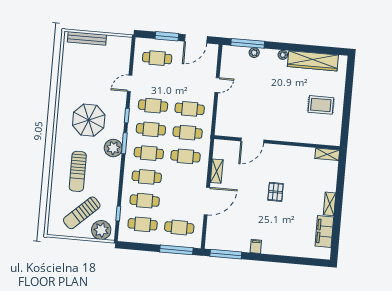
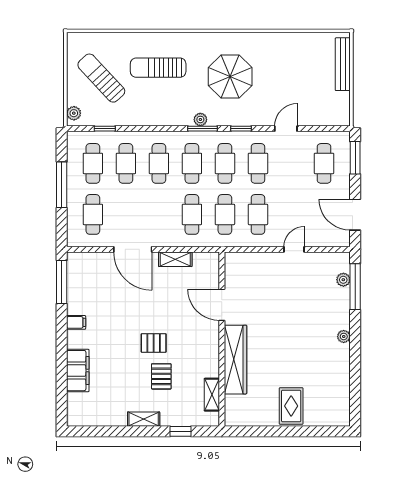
window: (167, 36) -> (355, 158), moved
plant: (254, 53) -> (343, 280), moved
wardrobe: (313, 61) -> (236, 360), moved, turned 180
door: (130, 83) -> (286, 129), hinge flipped
door: (217, 85) -> (294, 249), swing flipped
rug: (321, 105) -> (291, 406), moved
plant: (113, 148) -> (200, 119), width x0.53, depth x0.53
shelving: (327, 154) -> (212, 395), moved
window: (341, 178) -> (180, 431), added
pallet: (300, 189) -> (161, 376), added
plant: (101, 230) -> (74, 113), width x0.53, depth x0.53
filing cabinet: (324, 231) -> (78, 371), moved, turned 90
window: (176, 250) -> (62, 185), moved

